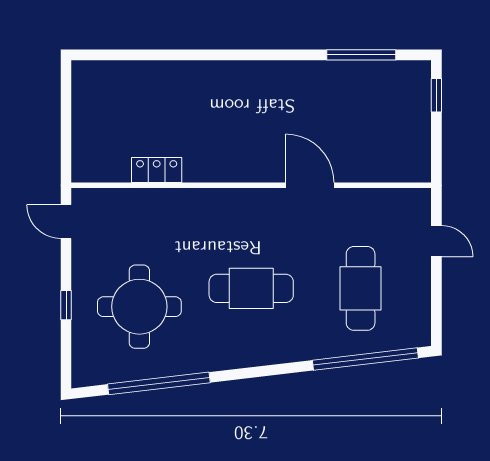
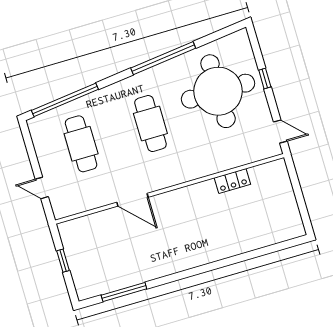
window: (436, 95) -> (63, 261), moved
cafe table: (251, 288) -> (150, 124), turned 90
round table: (139, 307) -> (218, 91), width x1.36, depth x1.36
window: (159, 383) -> (163, 58), moved

